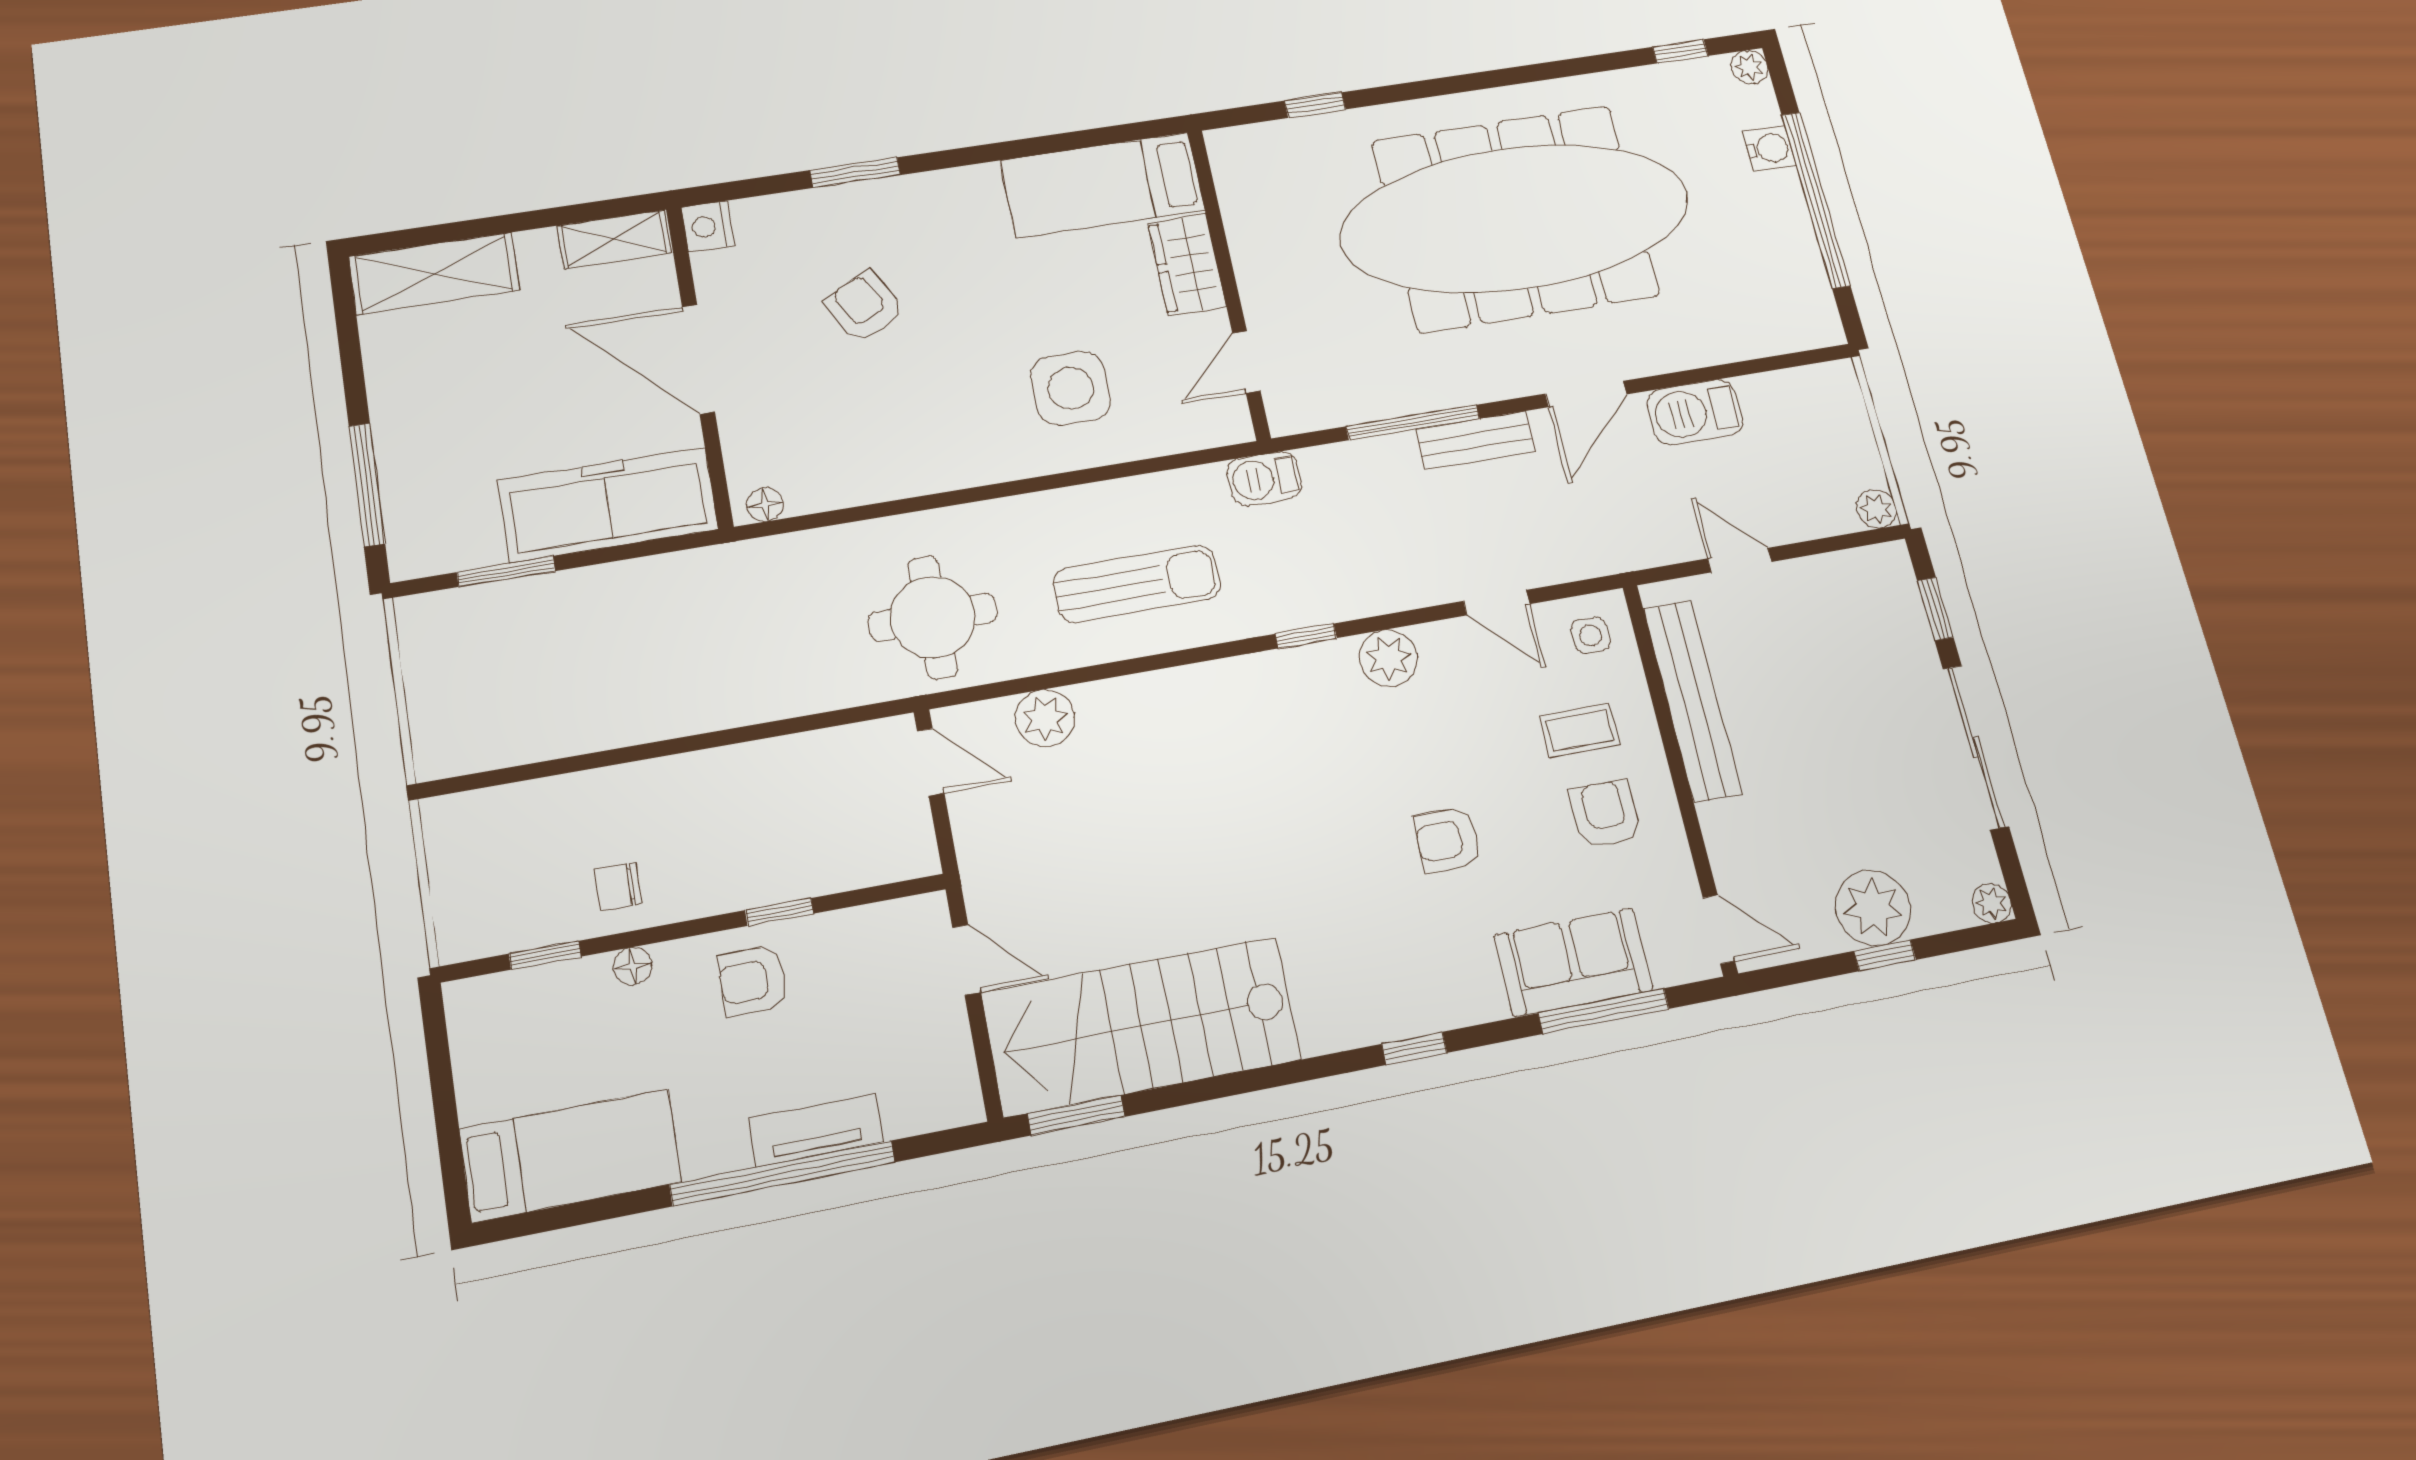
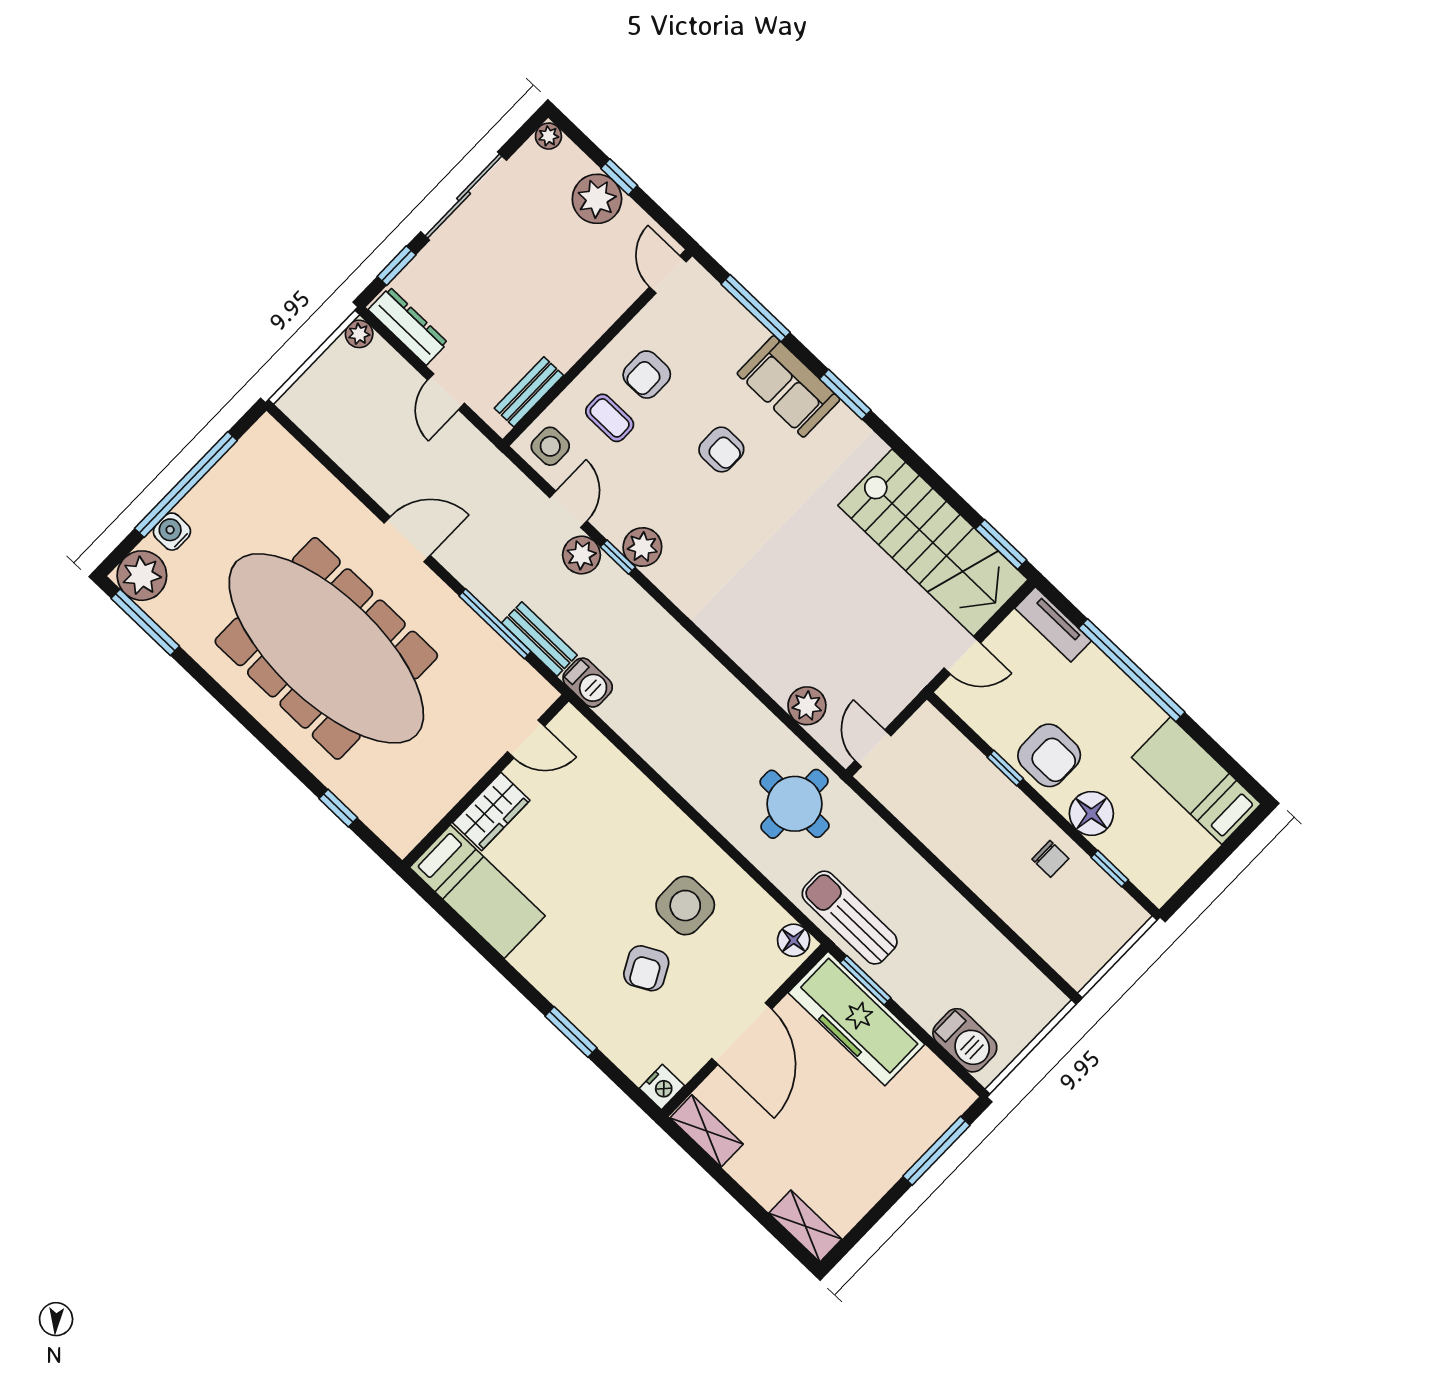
window: (1680, 51) -> (145, 622), width x2.17
plant: (1749, 67) -> (142, 576), width x1.88, depth x1.88
shelving: (434, 273) -> (805, 1226), width x0.67, depth x0.75
side table: (1071, 388) -> (685, 906), moved
barbecue: (1695, 412) -> (965, 1040), moved
bench: (1475, 440) -> (539, 639), moved
floor lamp: (765, 504) -> (794, 940), width x1.37, depth x1.37
dresser: (1850, 571) -> (408, 326), added
window: (506, 572) -> (866, 980), moved
plant: (1428, 579) -> (581, 555), added
sun lounger: (1137, 584) -> (850, 918), moved
side table: (1591, 635) -> (550, 446), width x1.37, depth x1.37
window: (1306, 636) -> (618, 557), moved
bench: (1692, 701) -> (529, 392), width x0.54, depth x0.82
door: (966, 960) -> (962, 655), swing flipped
sofa: (1573, 962) -> (789, 386), moved
floor lamp: (633, 966) -> (1091, 813), width x1.89, depth x1.89
armchair: (753, 981) -> (1049, 755), width x1.38, depth x1.38
window: (1414, 1048) -> (845, 394), width x1.50
tv unit: (816, 1130) -> (1053, 624), moved

